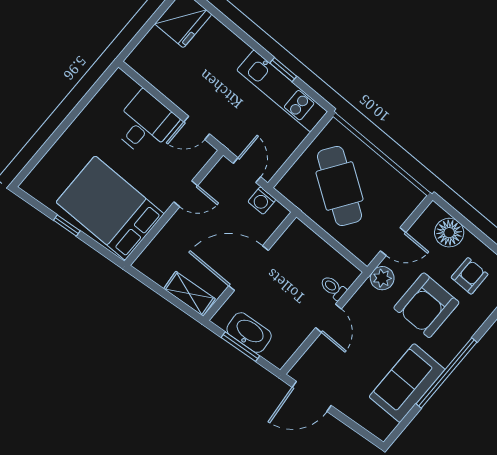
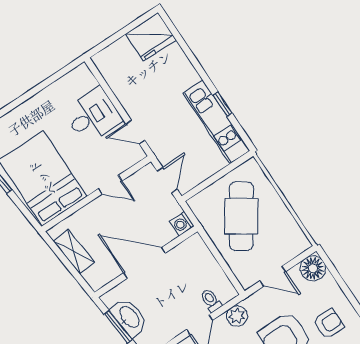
washing machine: (262, 201) -> (182, 224), moved
floor lamp: (449, 233) -> (313, 268), moved
plant: (382, 278) -> (237, 316), moved
shelving: (189, 294) -> (74, 252), moved

